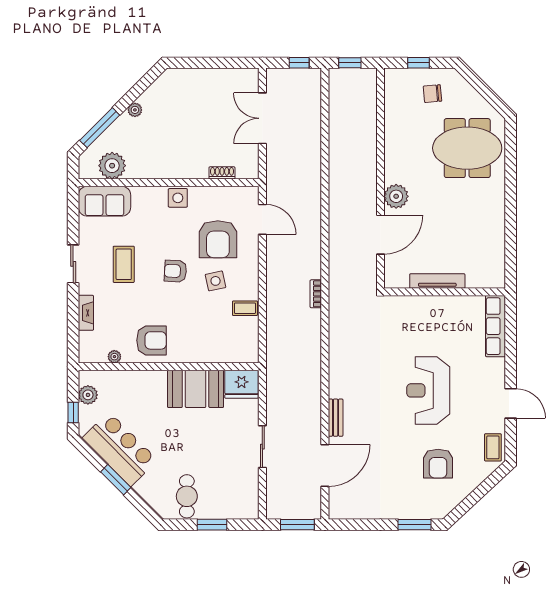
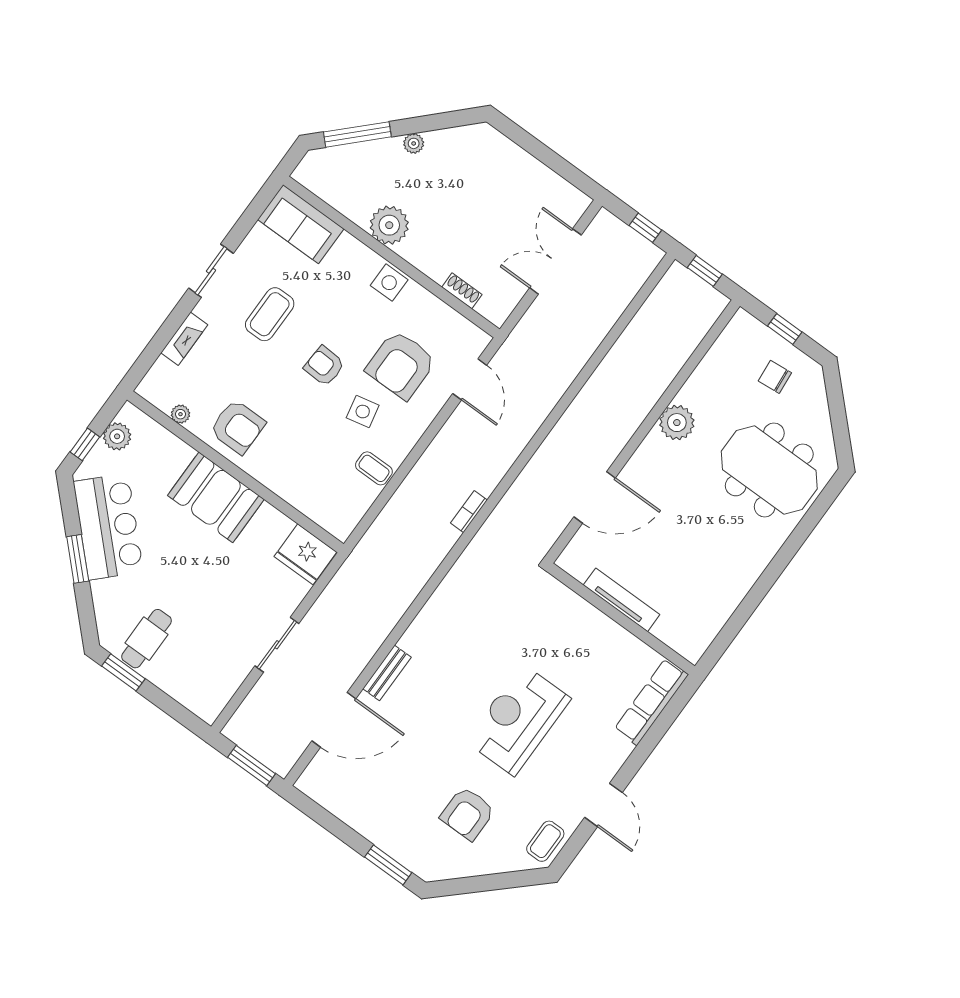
plant: (112, 166) -> (389, 225), moved
plant: (396, 196) -> (677, 423), moved
booth: (196, 389) -> (216, 497), moved
window: (212, 525) -> (123, 672), moved

